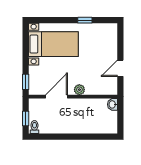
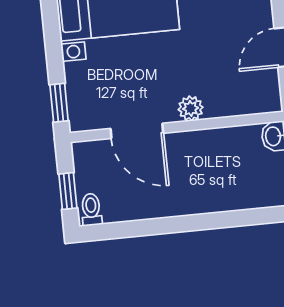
door: (56, 97) -> (137, 131), swing flipped

